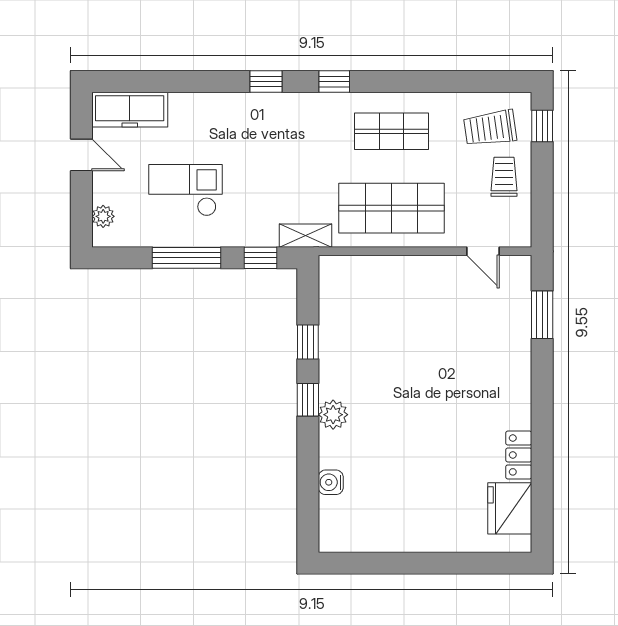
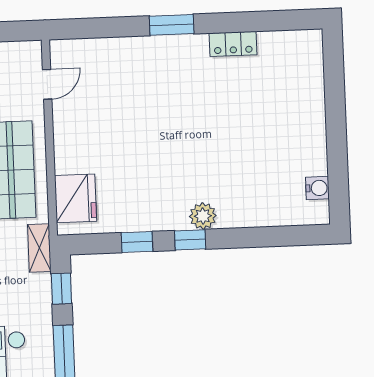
window: (542, 315) -> (172, 25), moved
water cooler: (331, 482) -> (317, 188), moved, turned -90
fridge: (510, 508) -> (76, 198), moved, turned -90

